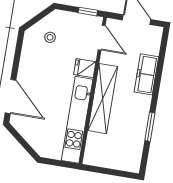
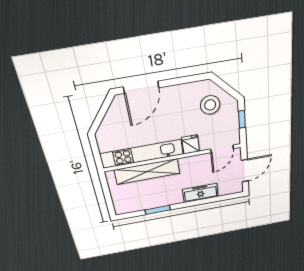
window: (88, 12) -> (242, 119), moved
stool: (50, 37) -> (210, 105), width x1.89, depth x1.89
shelving: (103, 99) -> (147, 172), moved

